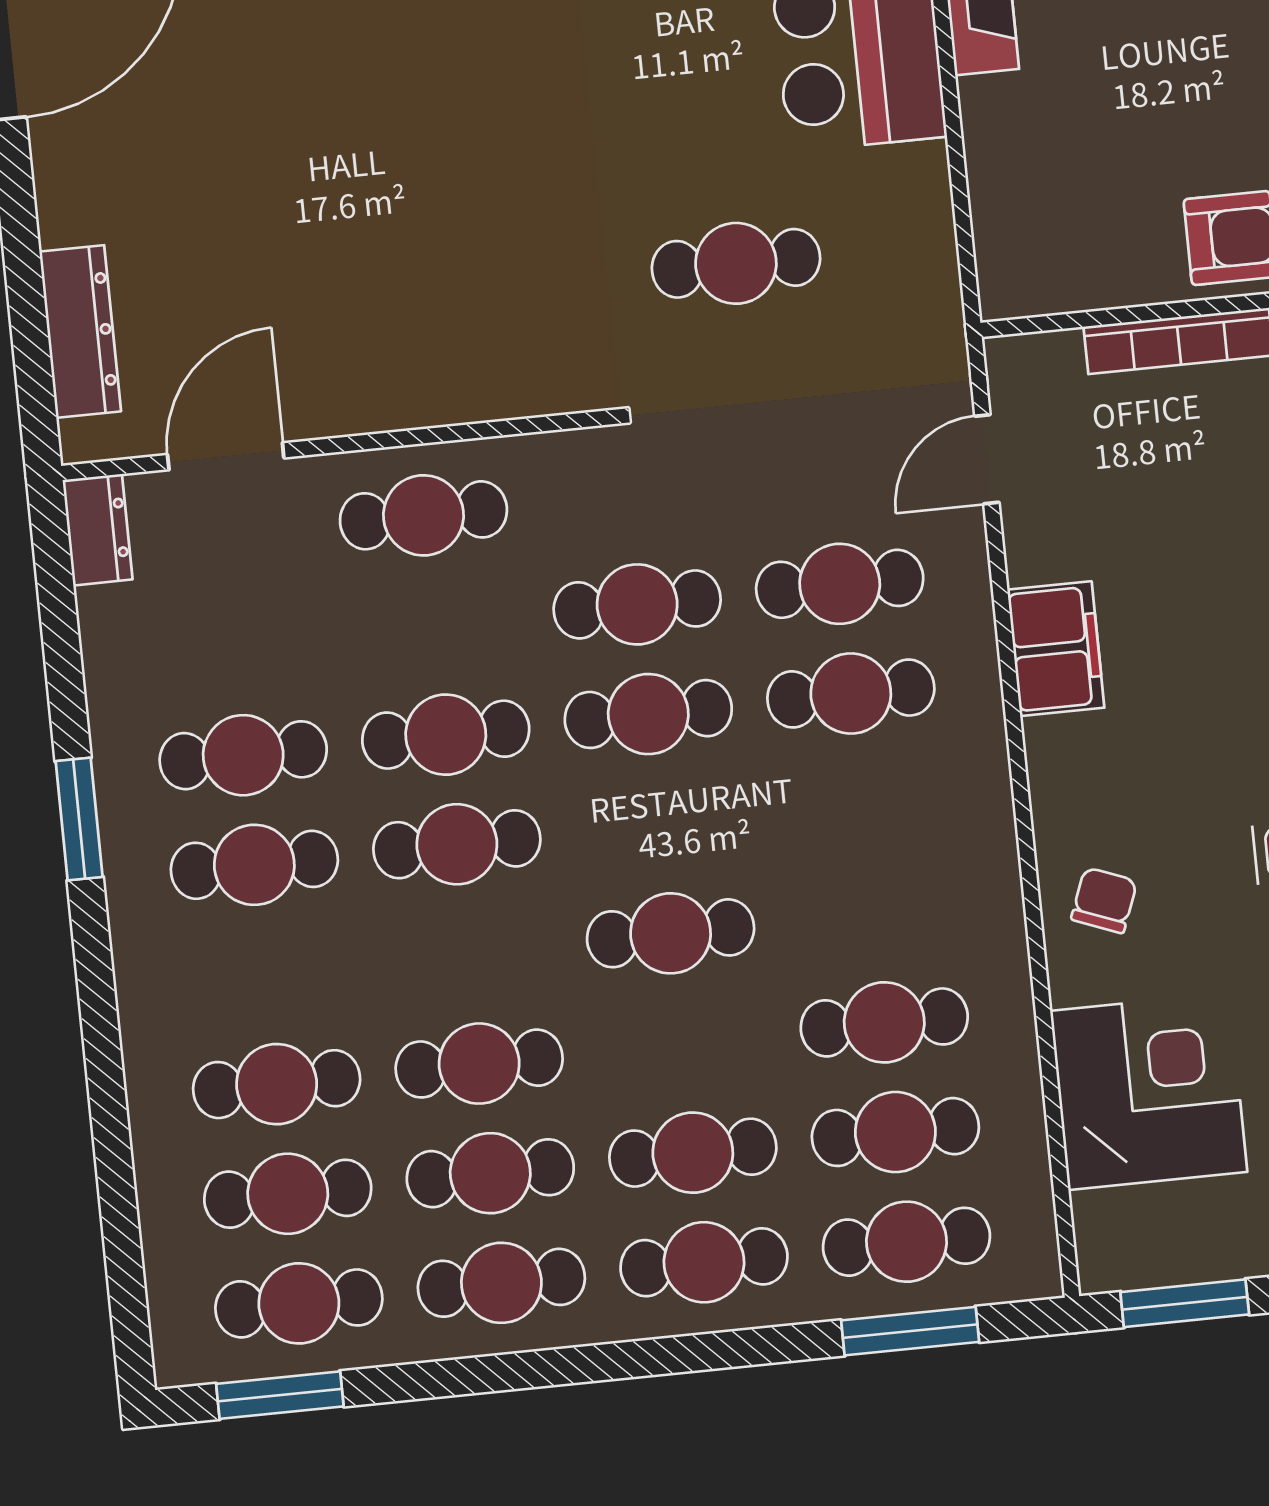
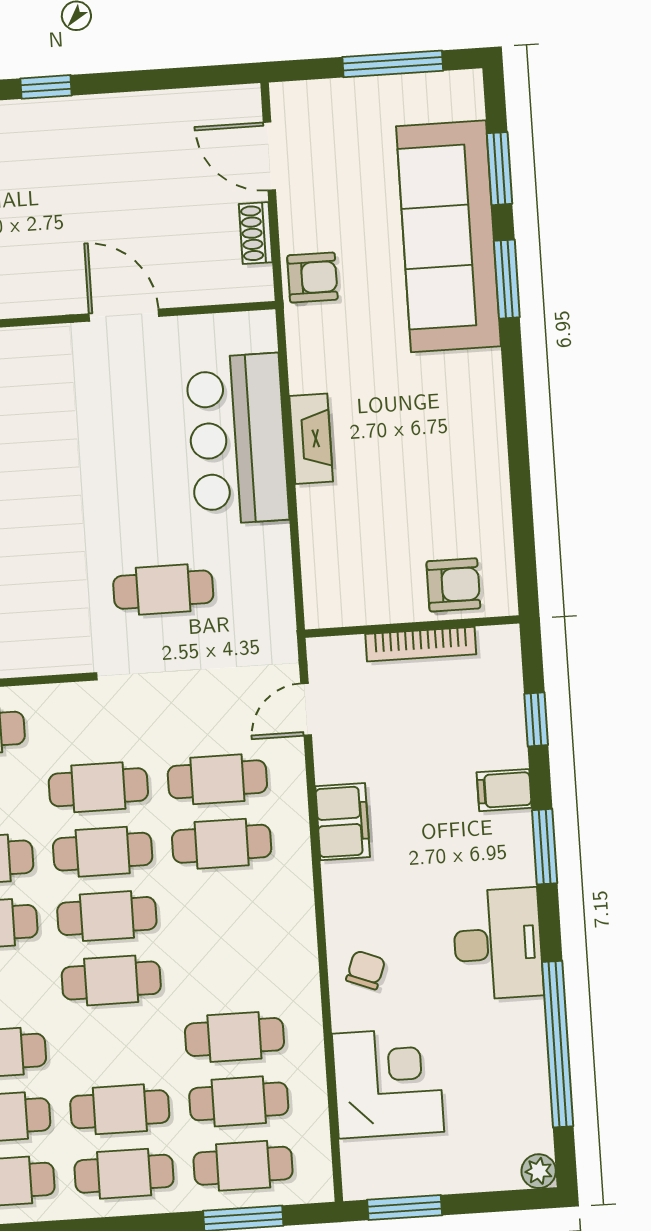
cafe table: (659, 824) -> (107, 916), added

